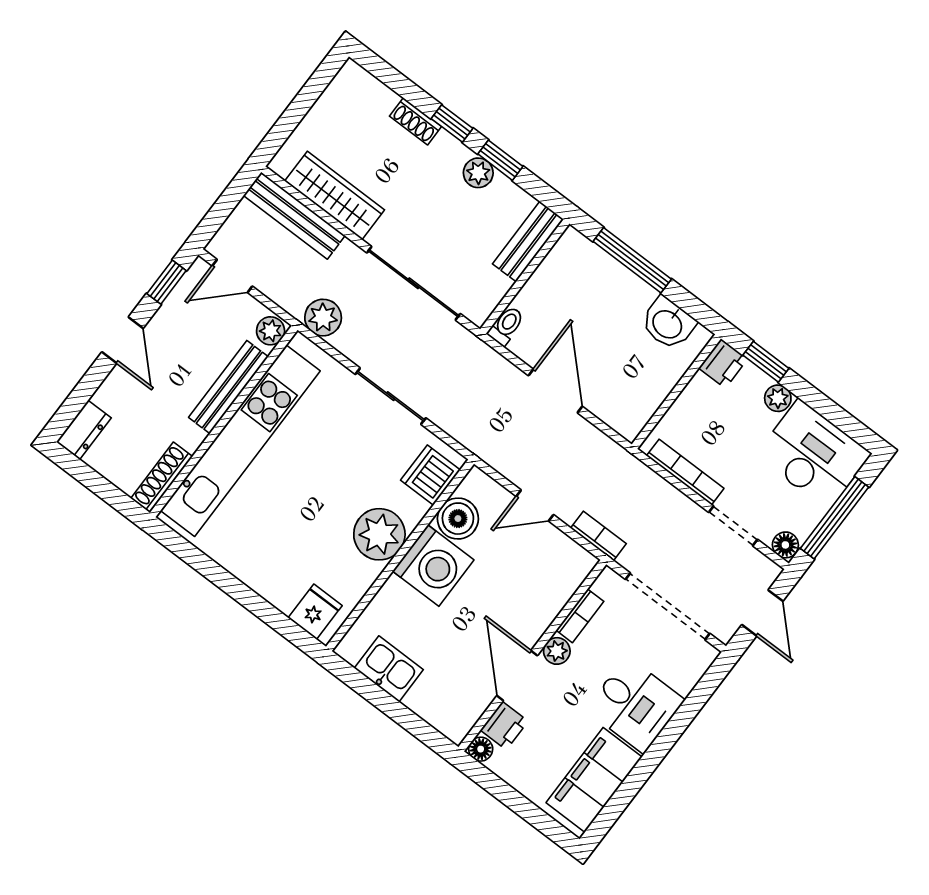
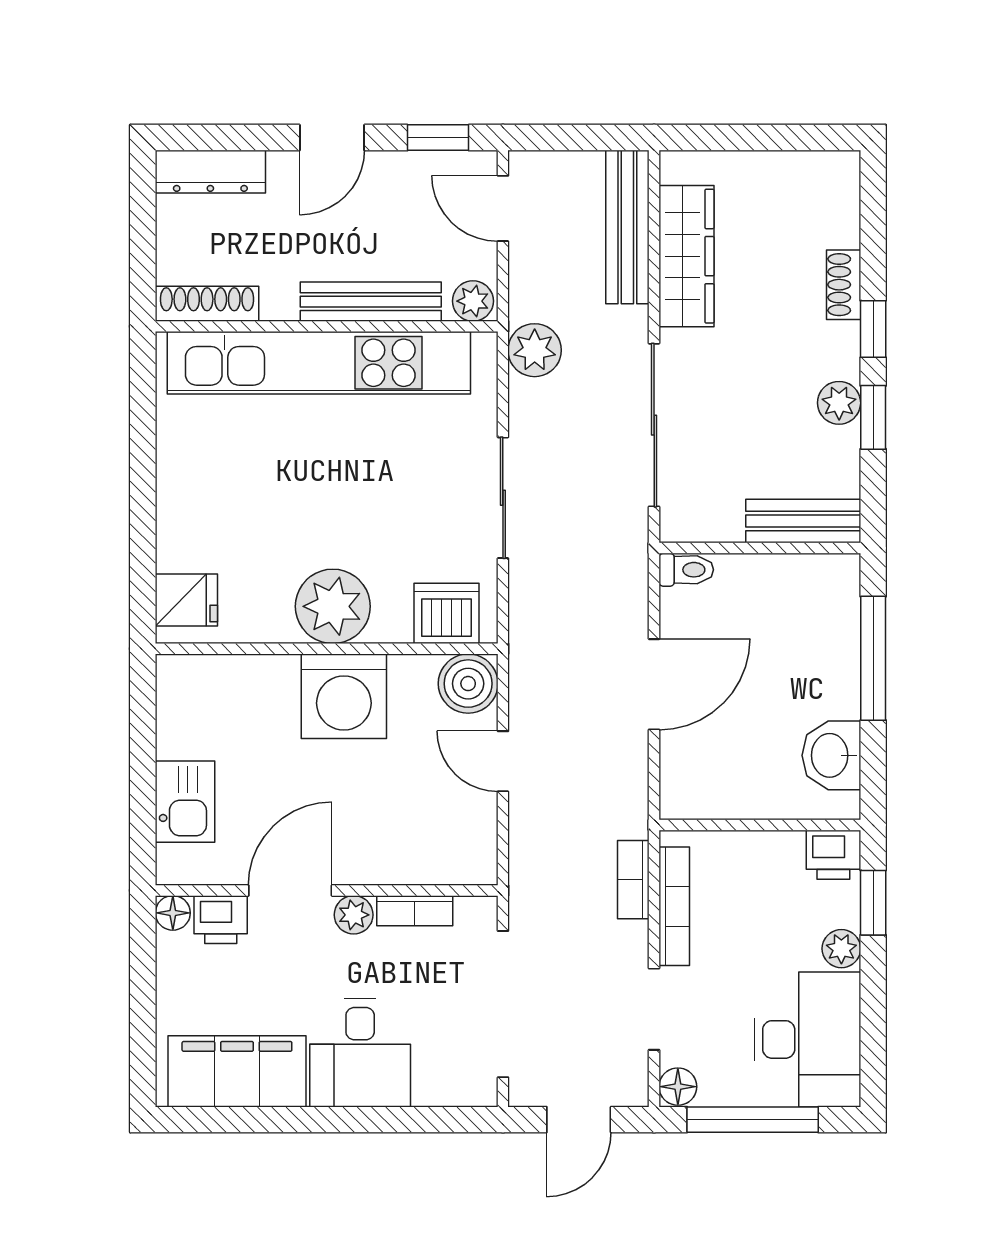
dresser: (84, 430) -> (210, 172), width x1.44
boiler: (458, 519) -> (468, 684), moved
bookcase: (598, 536) -> (633, 880), moved, turned 180
kitchen sink: (389, 669) -> (185, 802), moved

